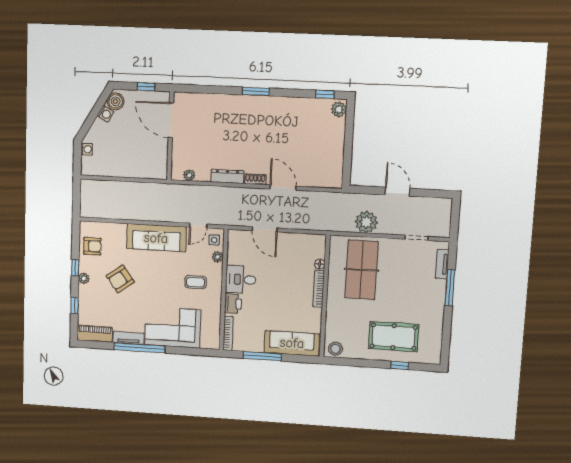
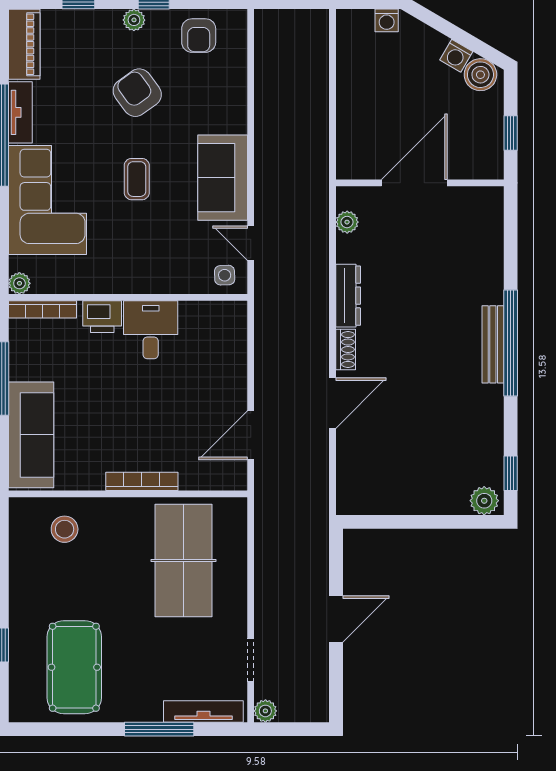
window: (256, 91) -> (511, 343), width x2.11
bench: (256, 101) -> (493, 344), added
door: (171, 120) -> (414, 183), moved
plant: (366, 222) -> (265, 711), moved, width x0.53, depth x0.53
door: (265, 229) -> (251, 435), moved
sofa: (156, 238) -> (223, 178), width x0.73
plant: (218, 257) -> (19, 283), moved
floor lamp: (320, 264) -> (190, 481), removed
tv unit: (442, 264) -> (203, 712), width x1.41
table tennis table: (361, 270) -> (183, 561), turned 90
coffee table: (196, 282) -> (137, 179), moved
pool table: (394, 337) -> (74, 667), moved
stool: (335, 349) -> (65, 529), moved

